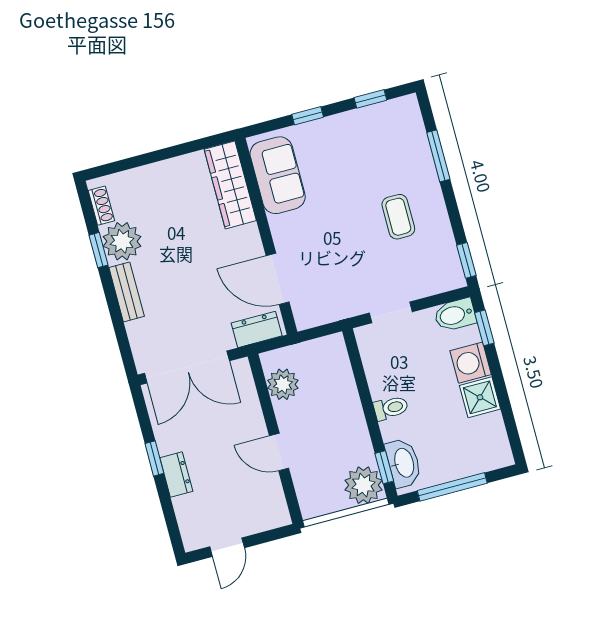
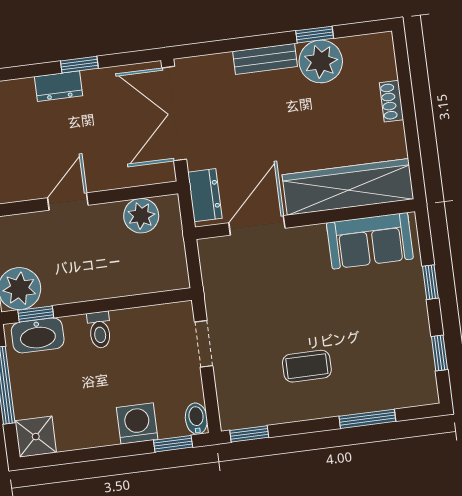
wardrobe: (230, 185) -> (348, 187), width x1.40, depth x1.17
shoe rack: (101, 206) -> (391, 101), moved, turned 90
bidet: (455, 315) -> (196, 419), width x0.72, depth x0.74
shower: (480, 397) -> (36, 437), moved

